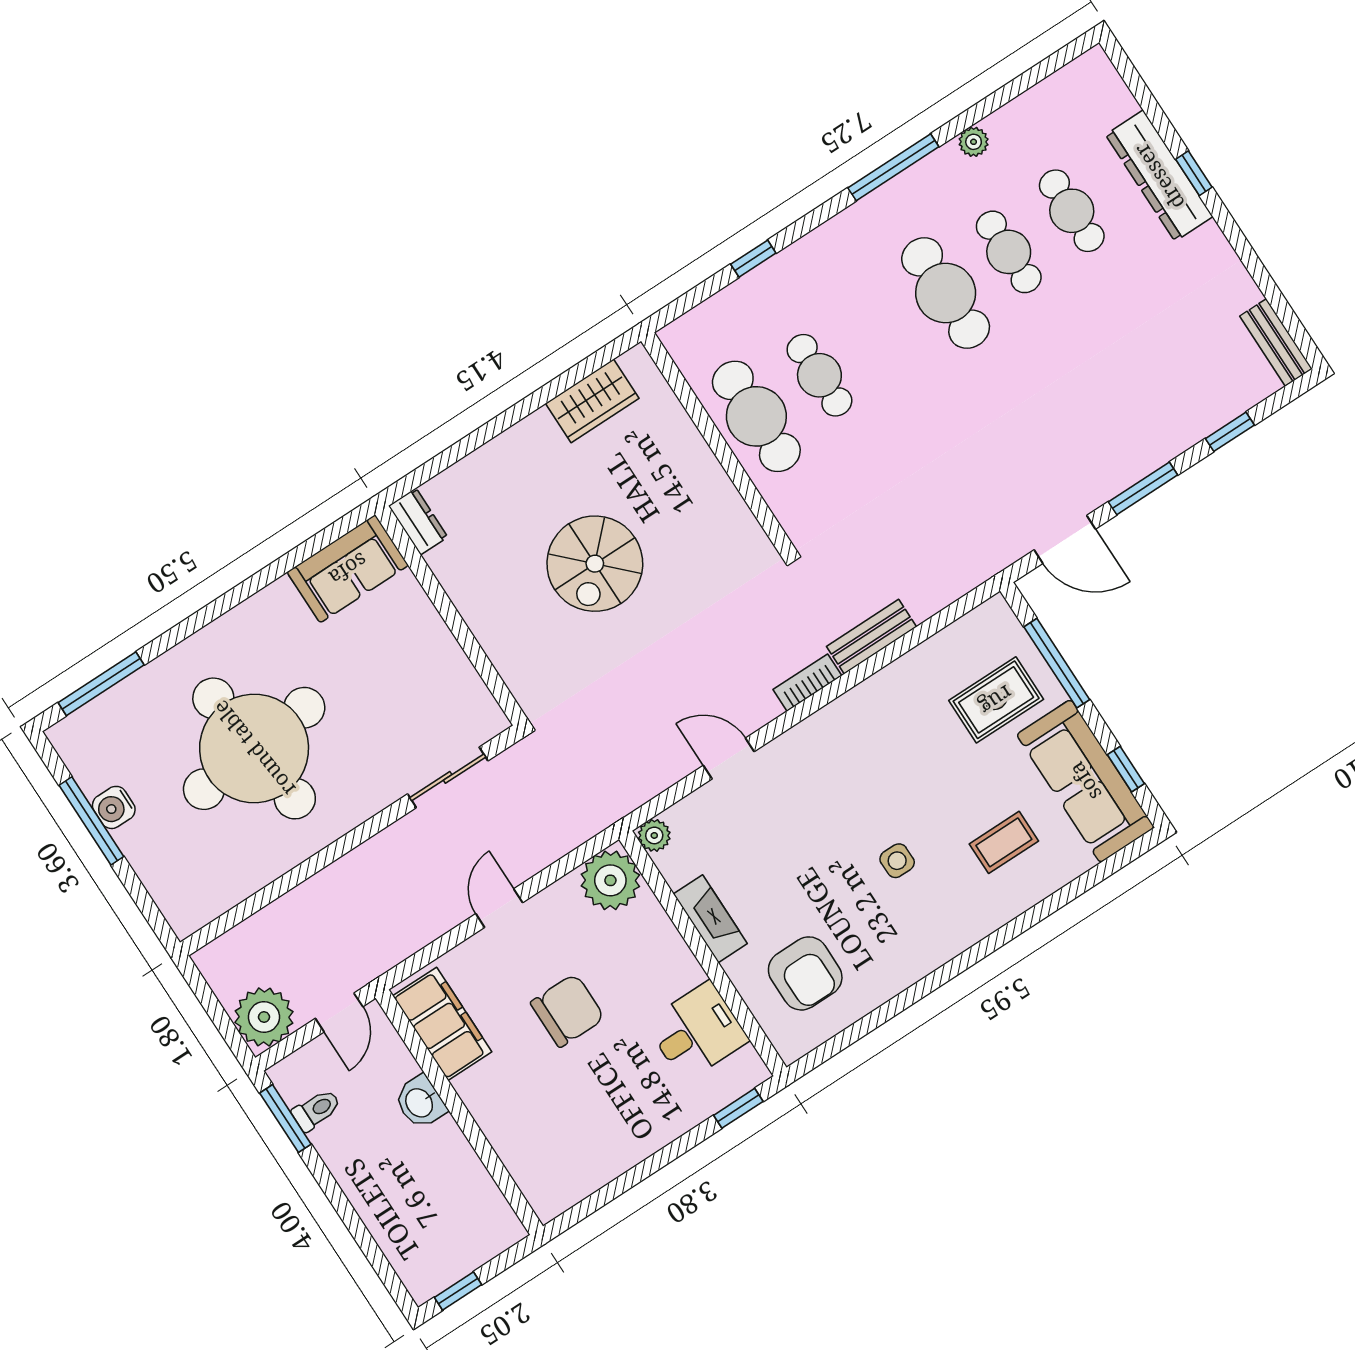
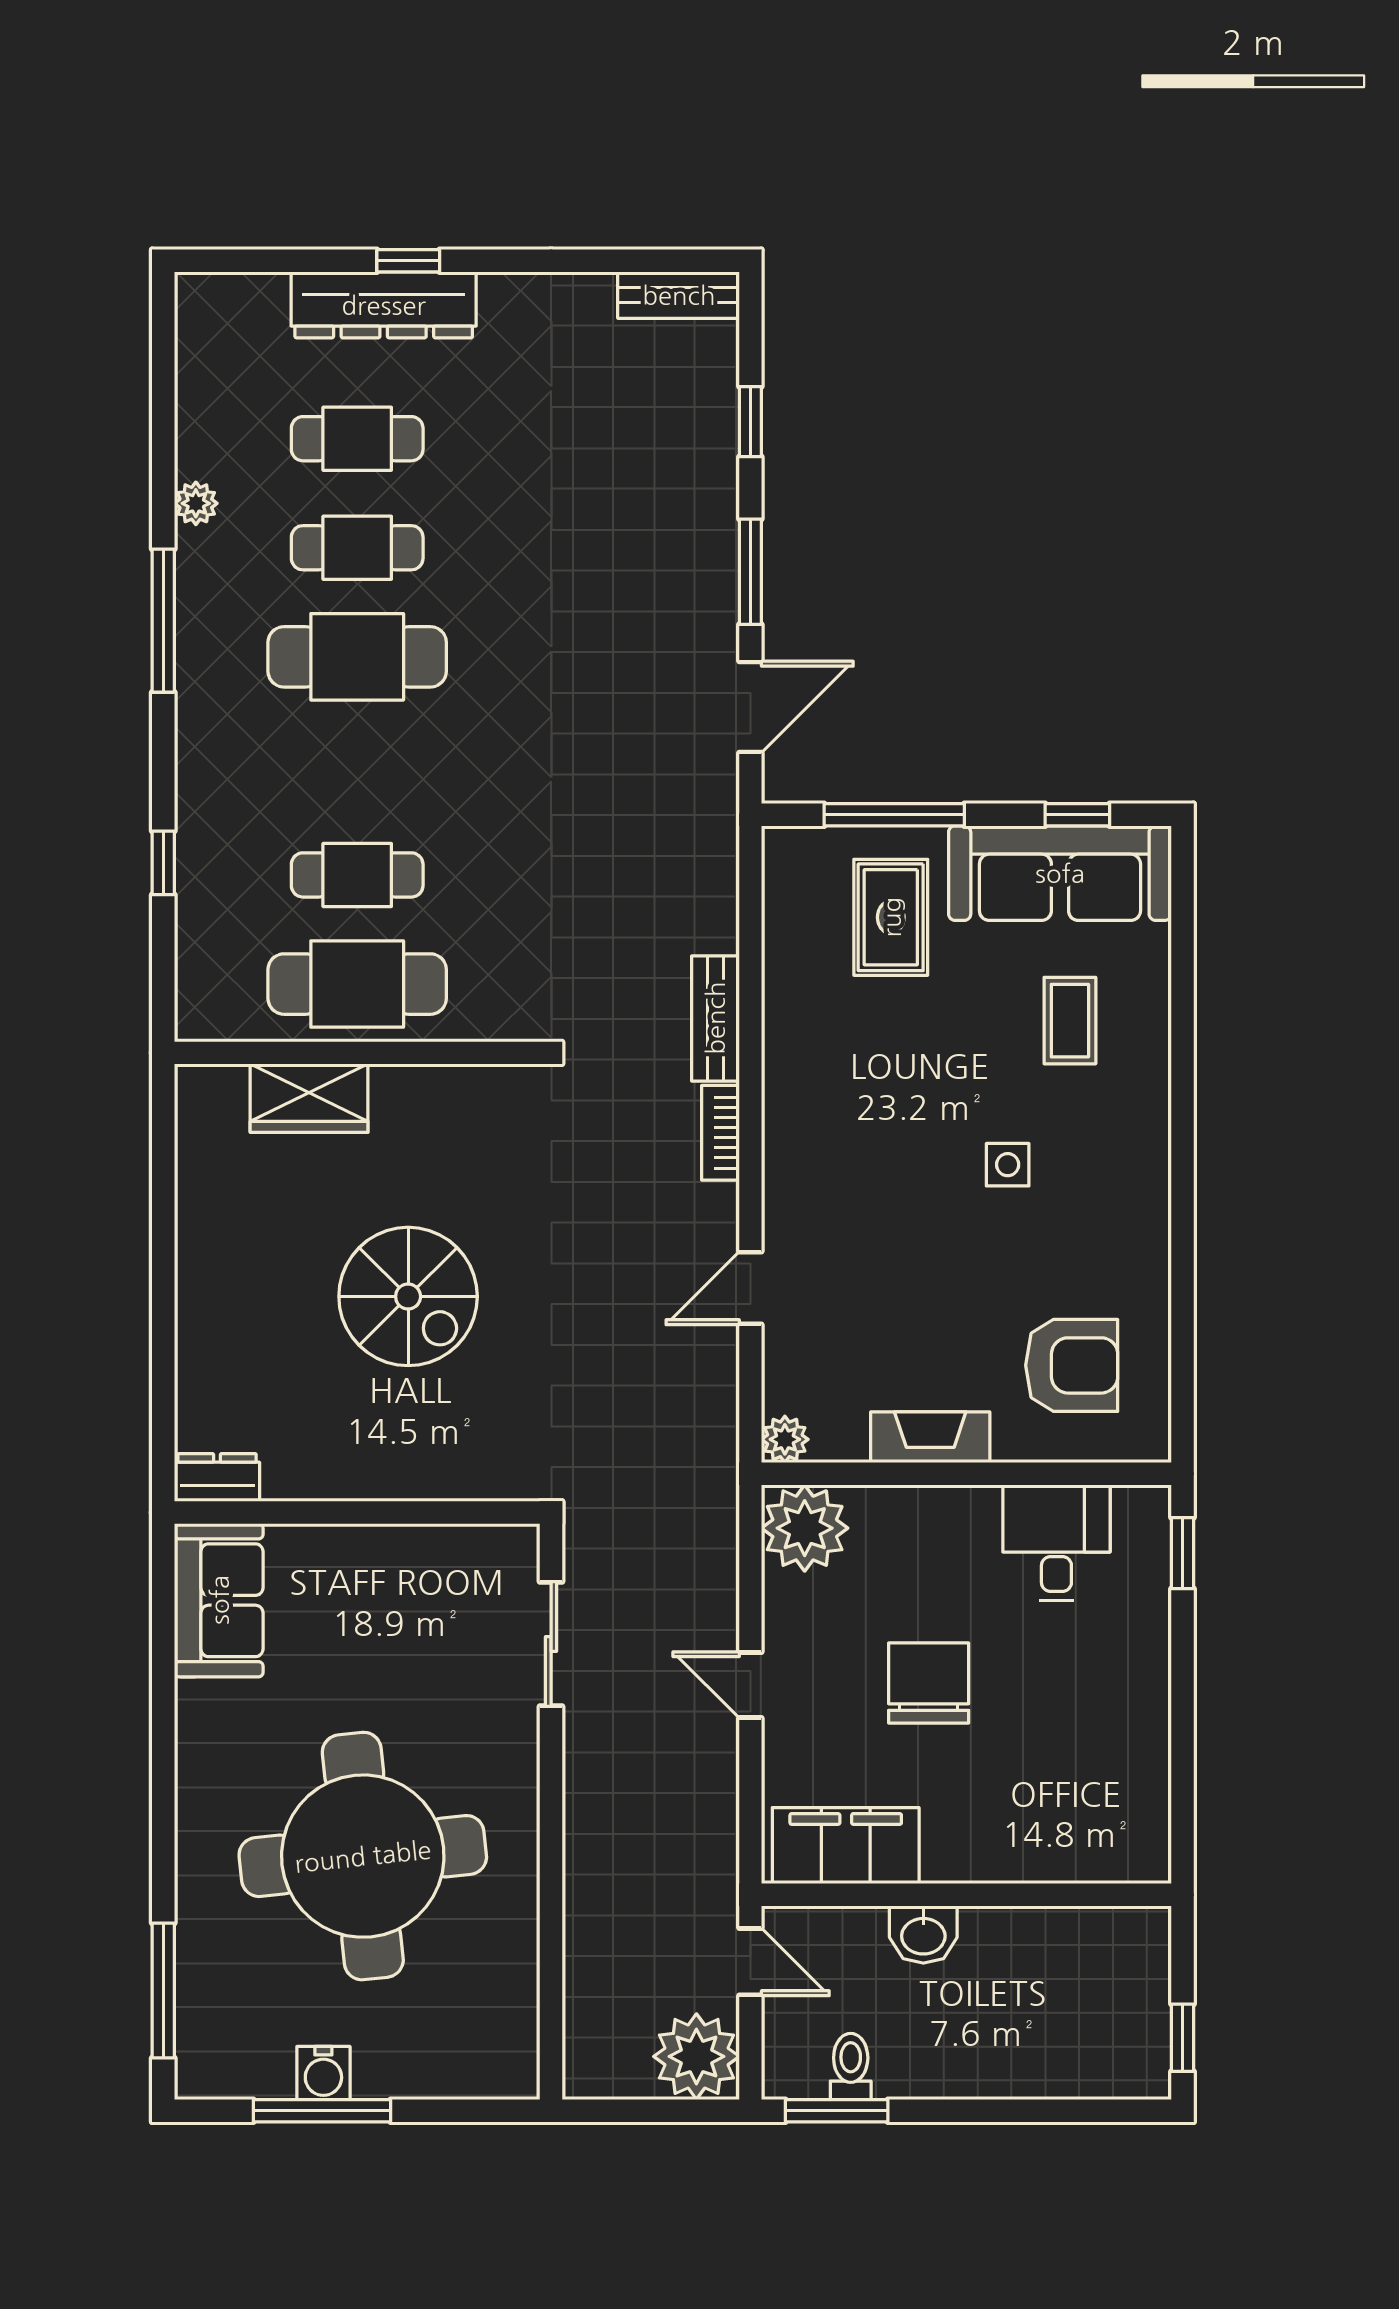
wardrobe: (592, 401) -> (309, 1098), moved, turned 90

